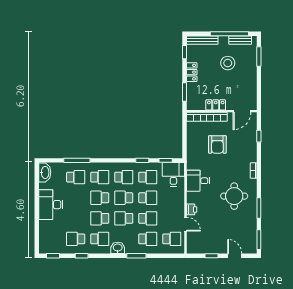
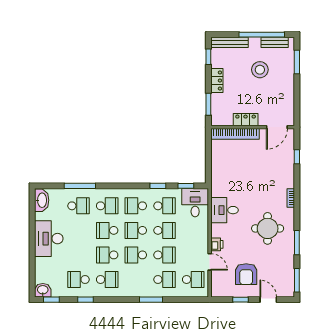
armchair: (217, 144) -> (246, 274), moved
school desk: (124, 177) -> (136, 206), turned 180
washbasin: (118, 248) -> (43, 290), moved

